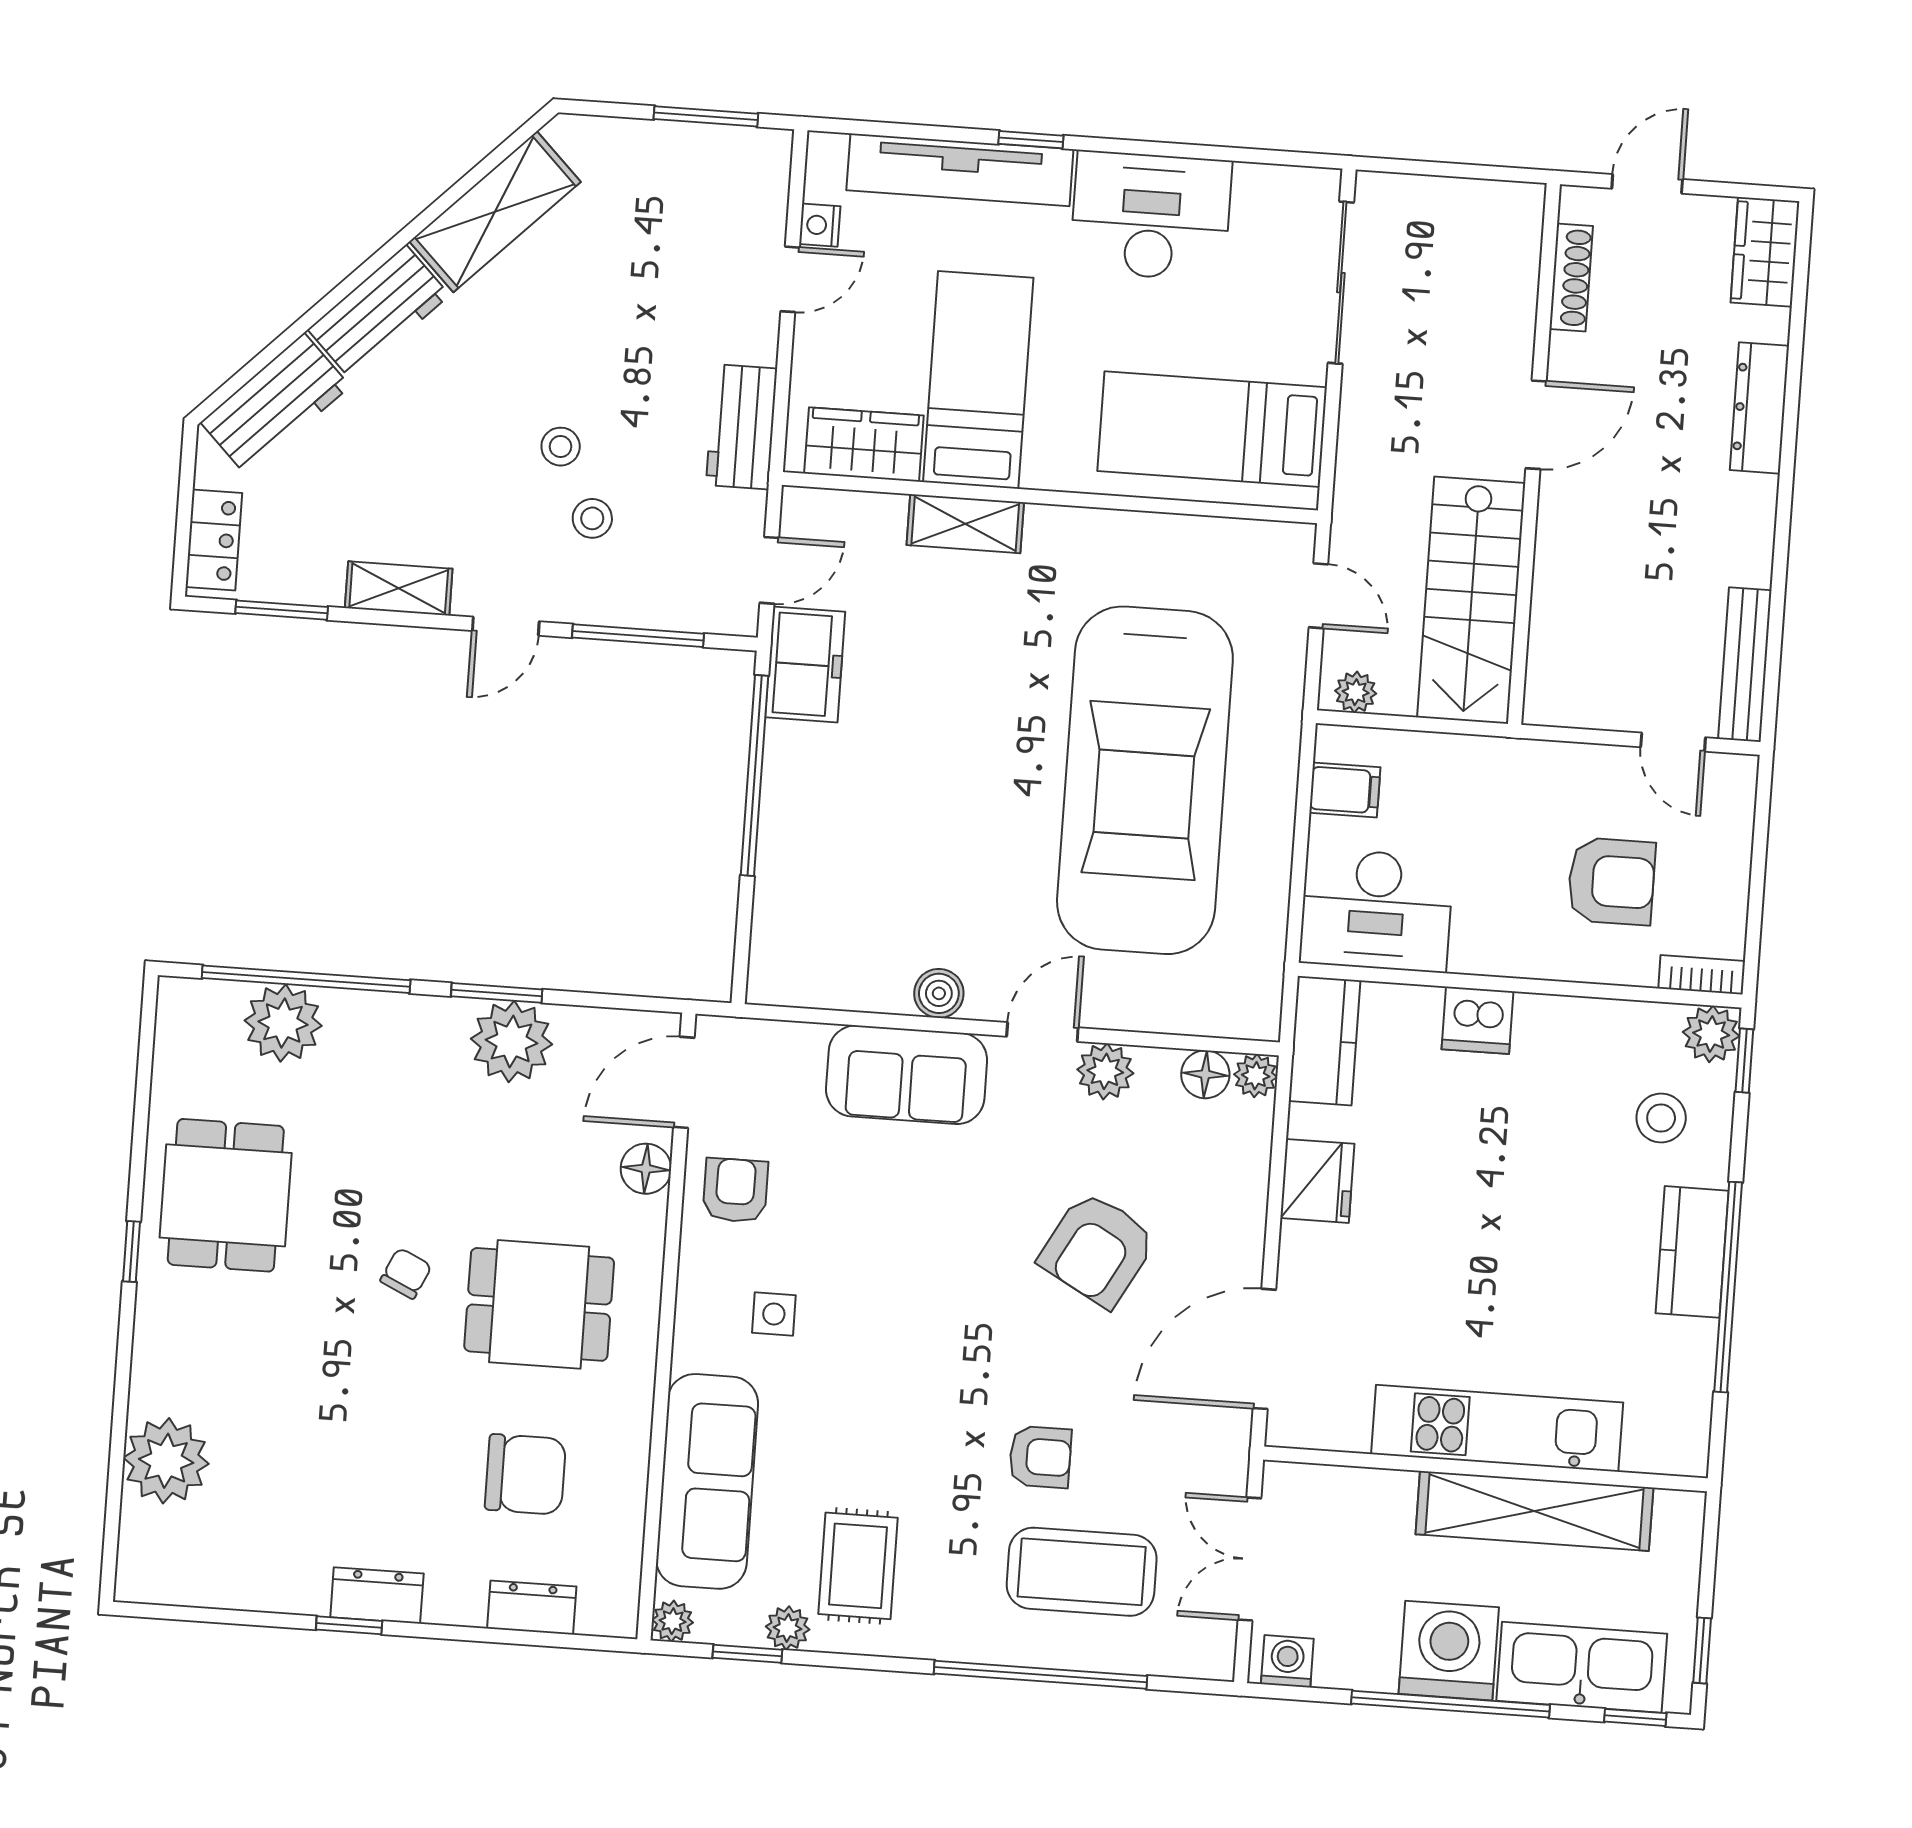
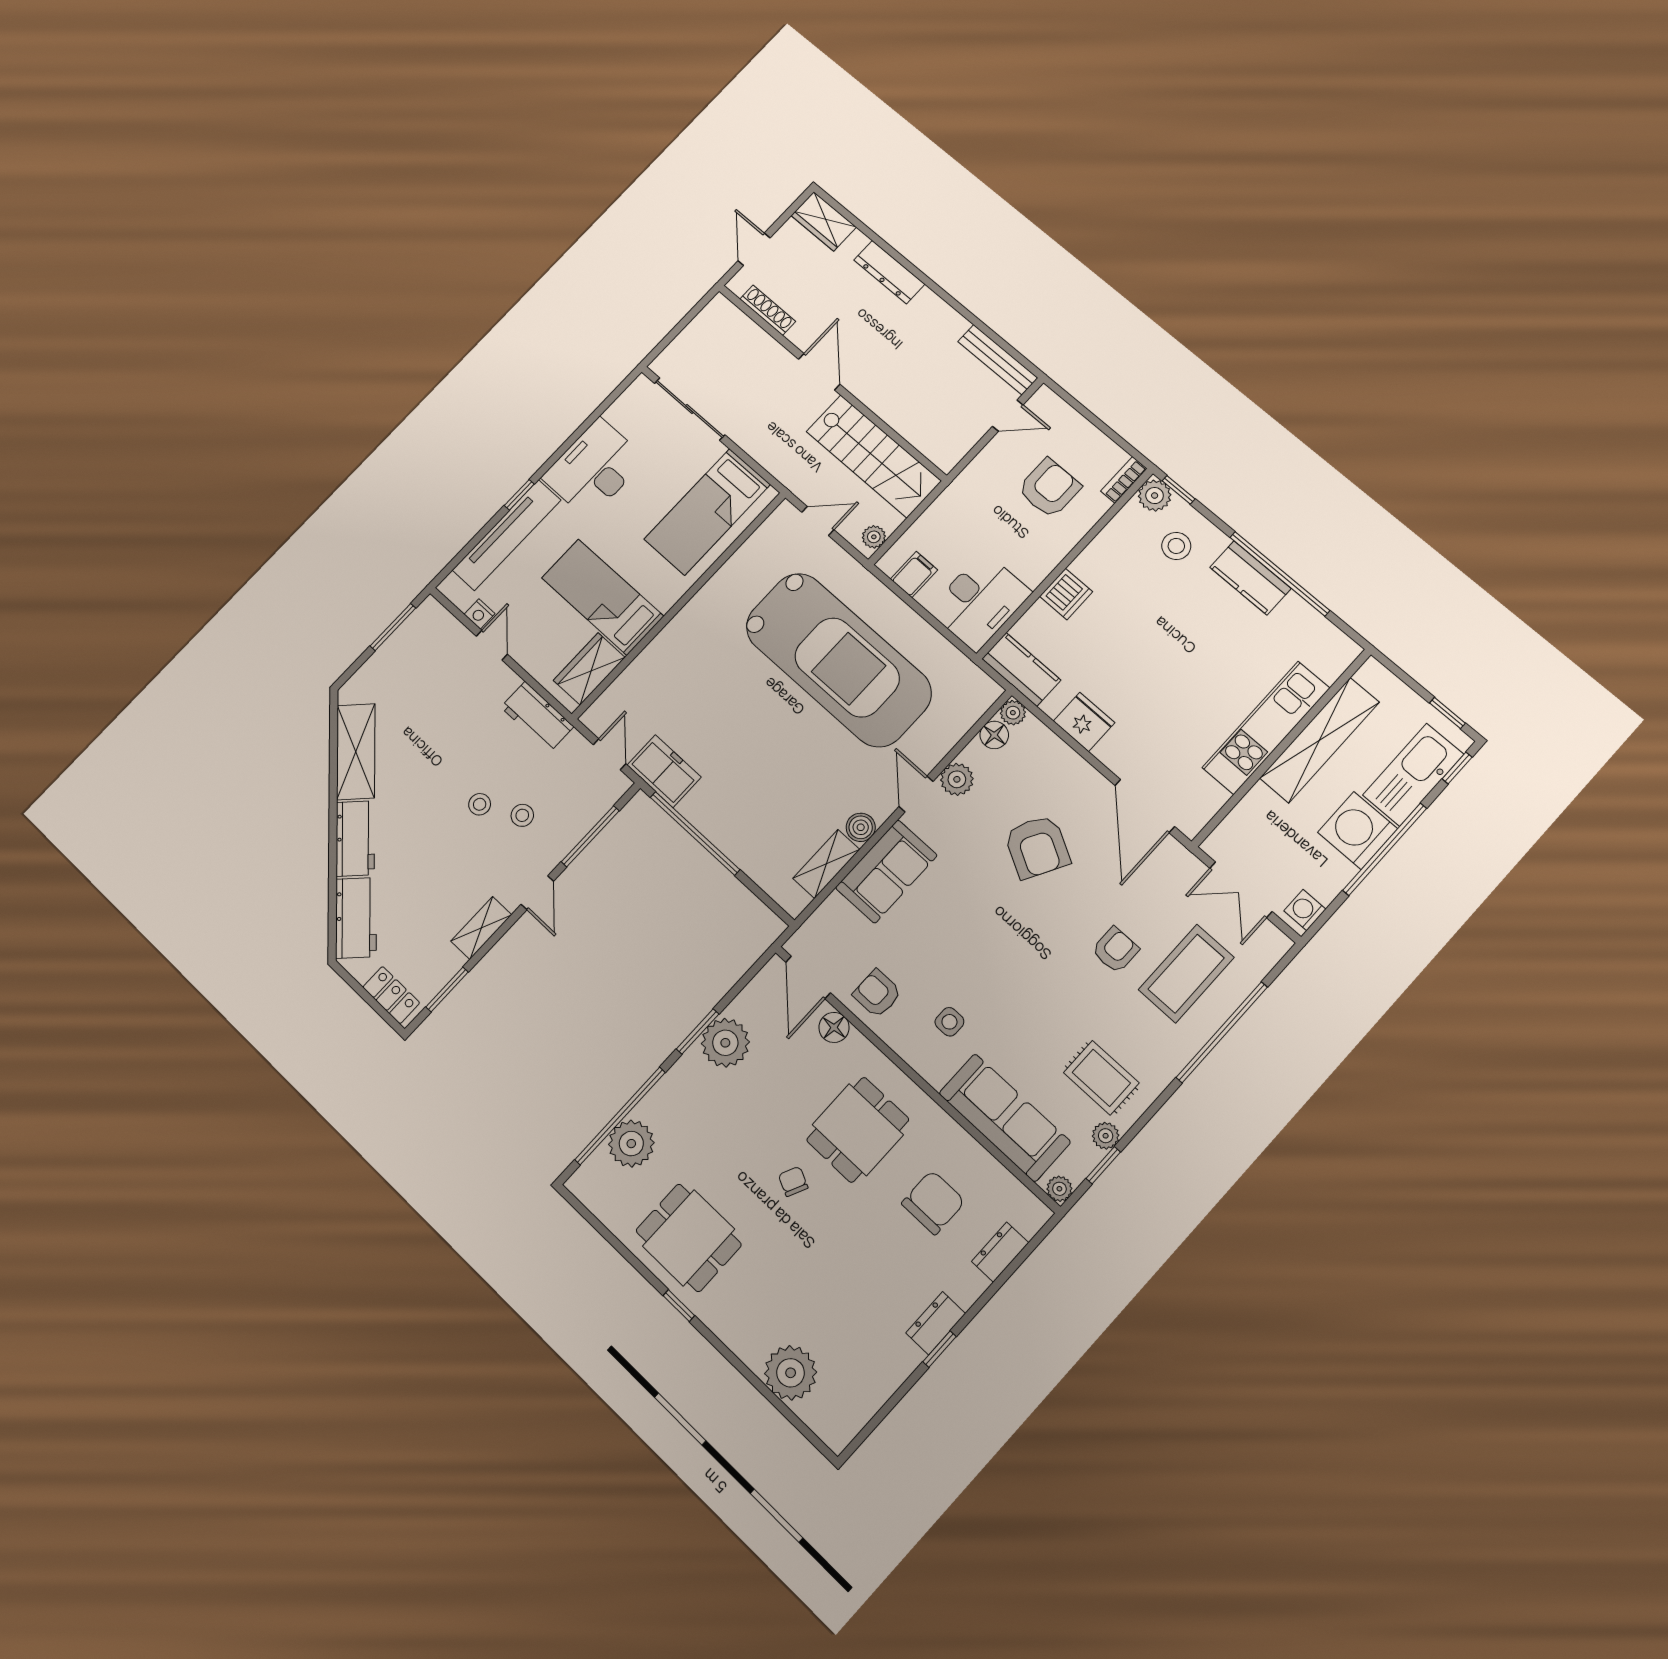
shelving: (965, 524) -> (826, 864), moved

